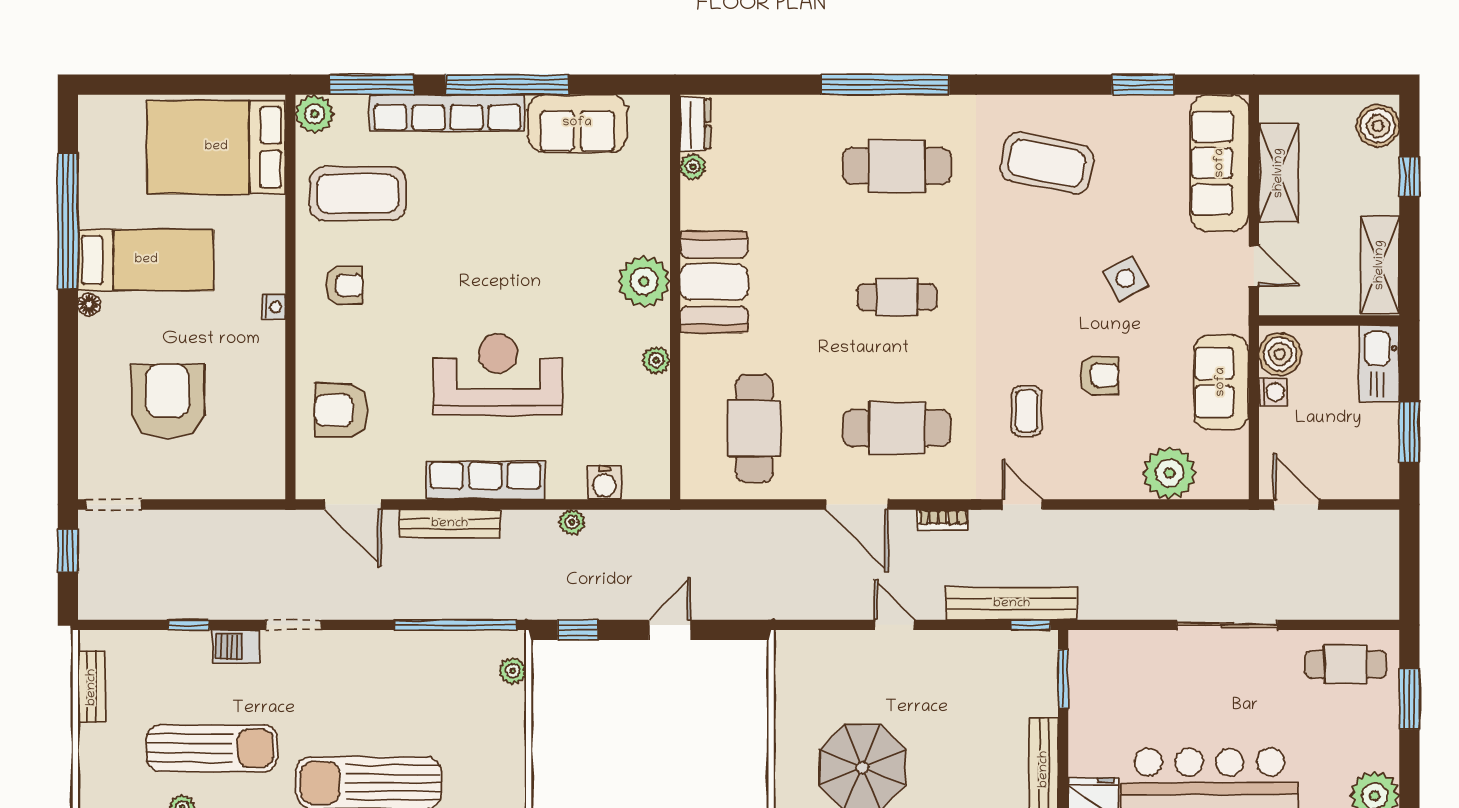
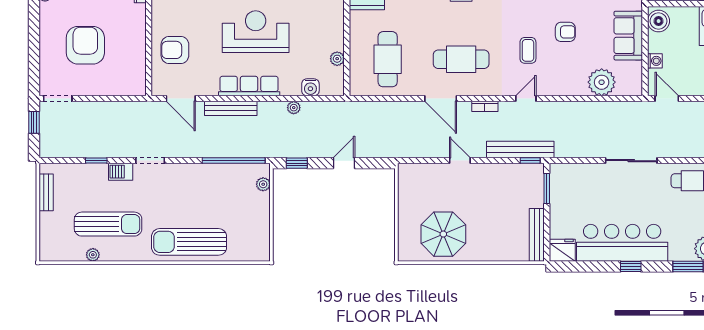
plant: (656, 360) -> (337, 59), moved
washing machine: (1273, 392) -> (655, 61), moved
door: (1022, 505) -> (526, 99), hinge flipped

